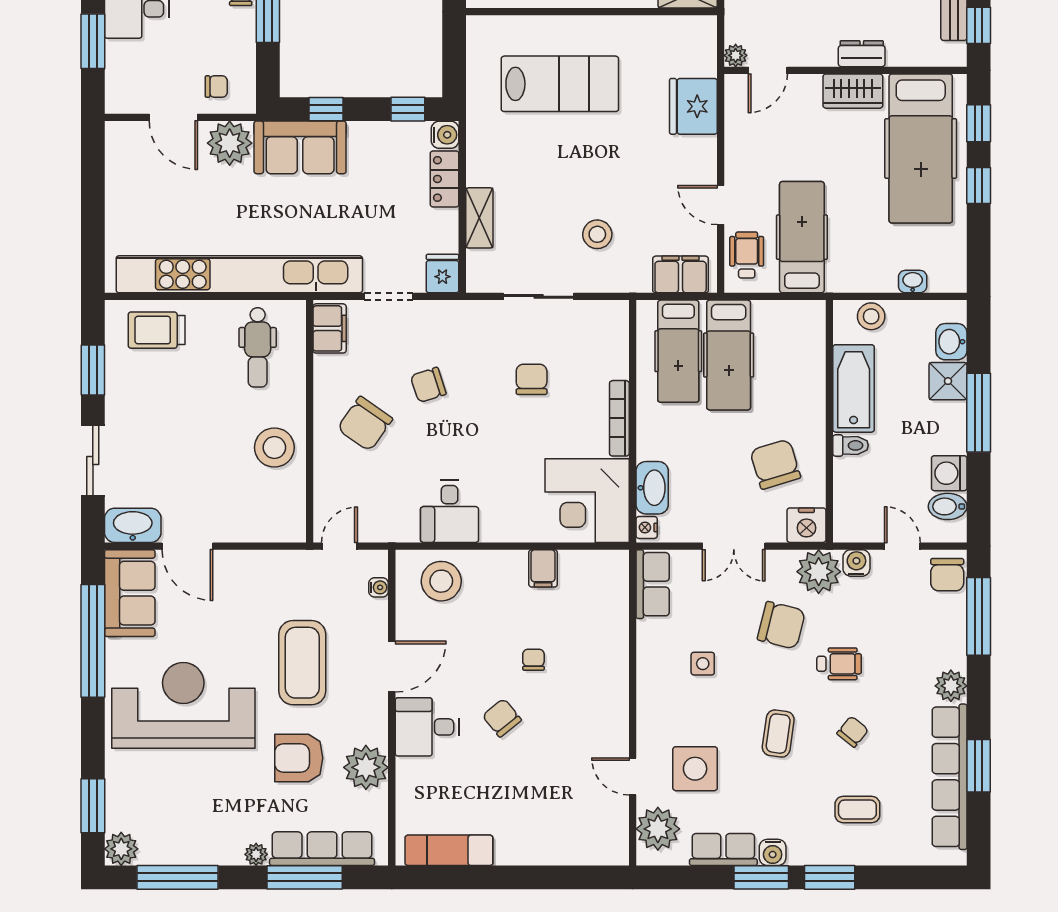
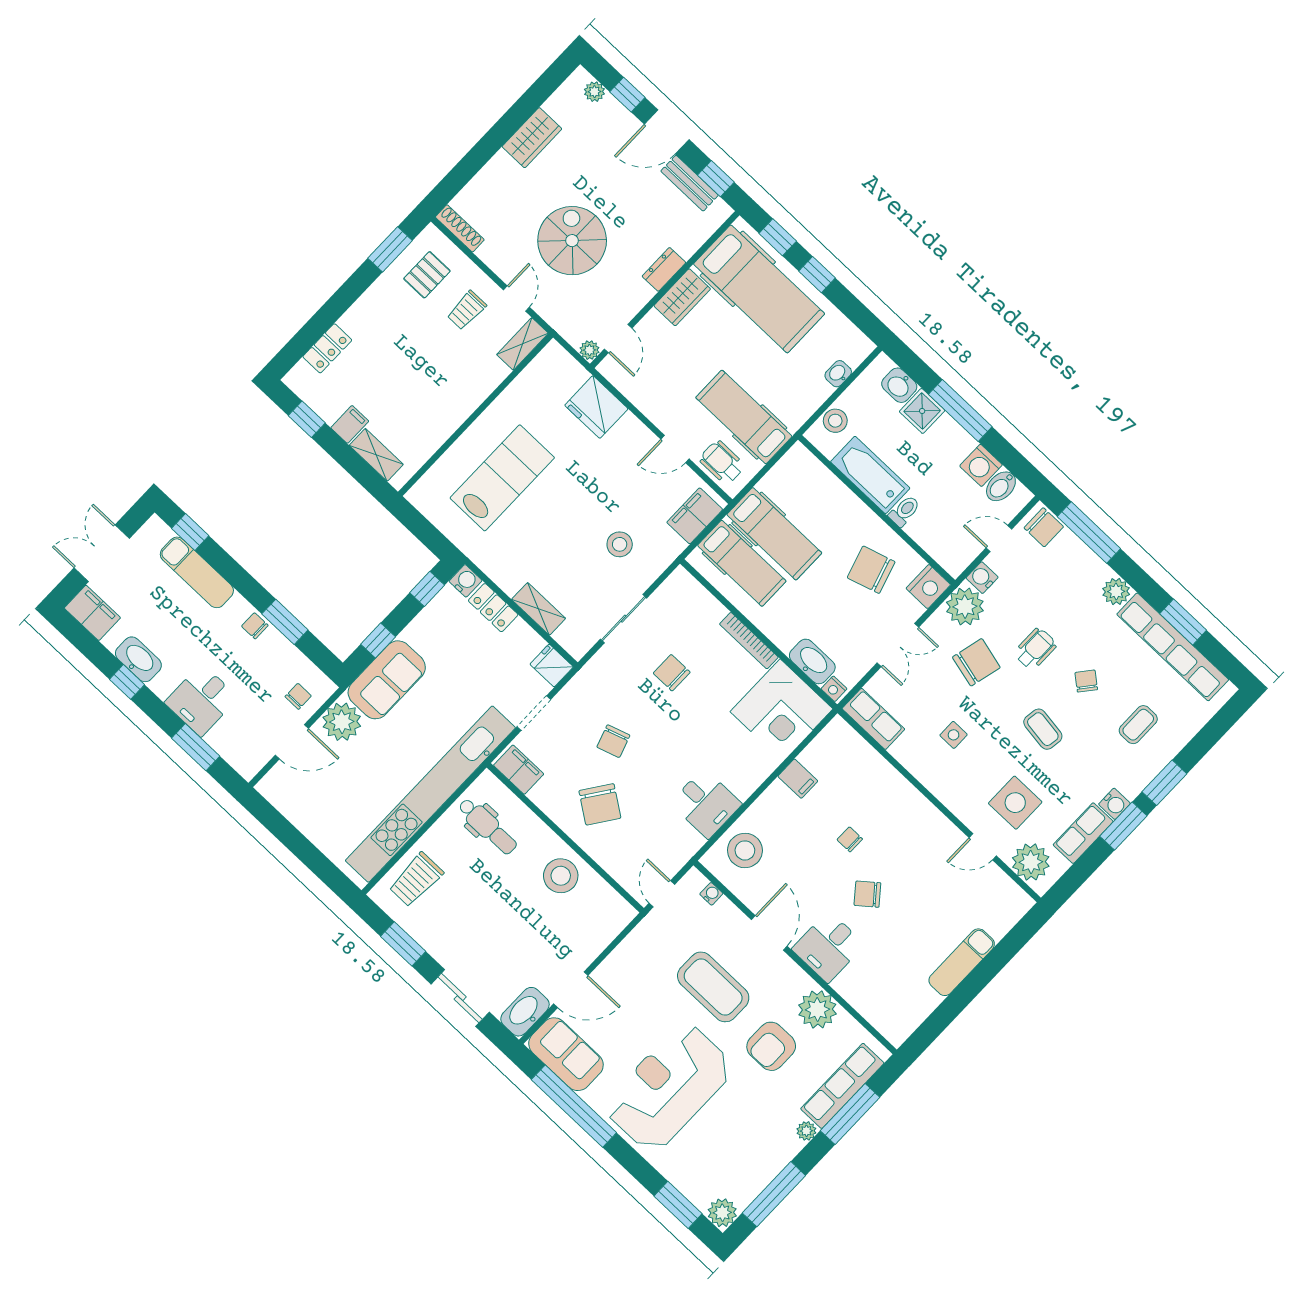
exam couch: (449, 850) -> (962, 962), moved

